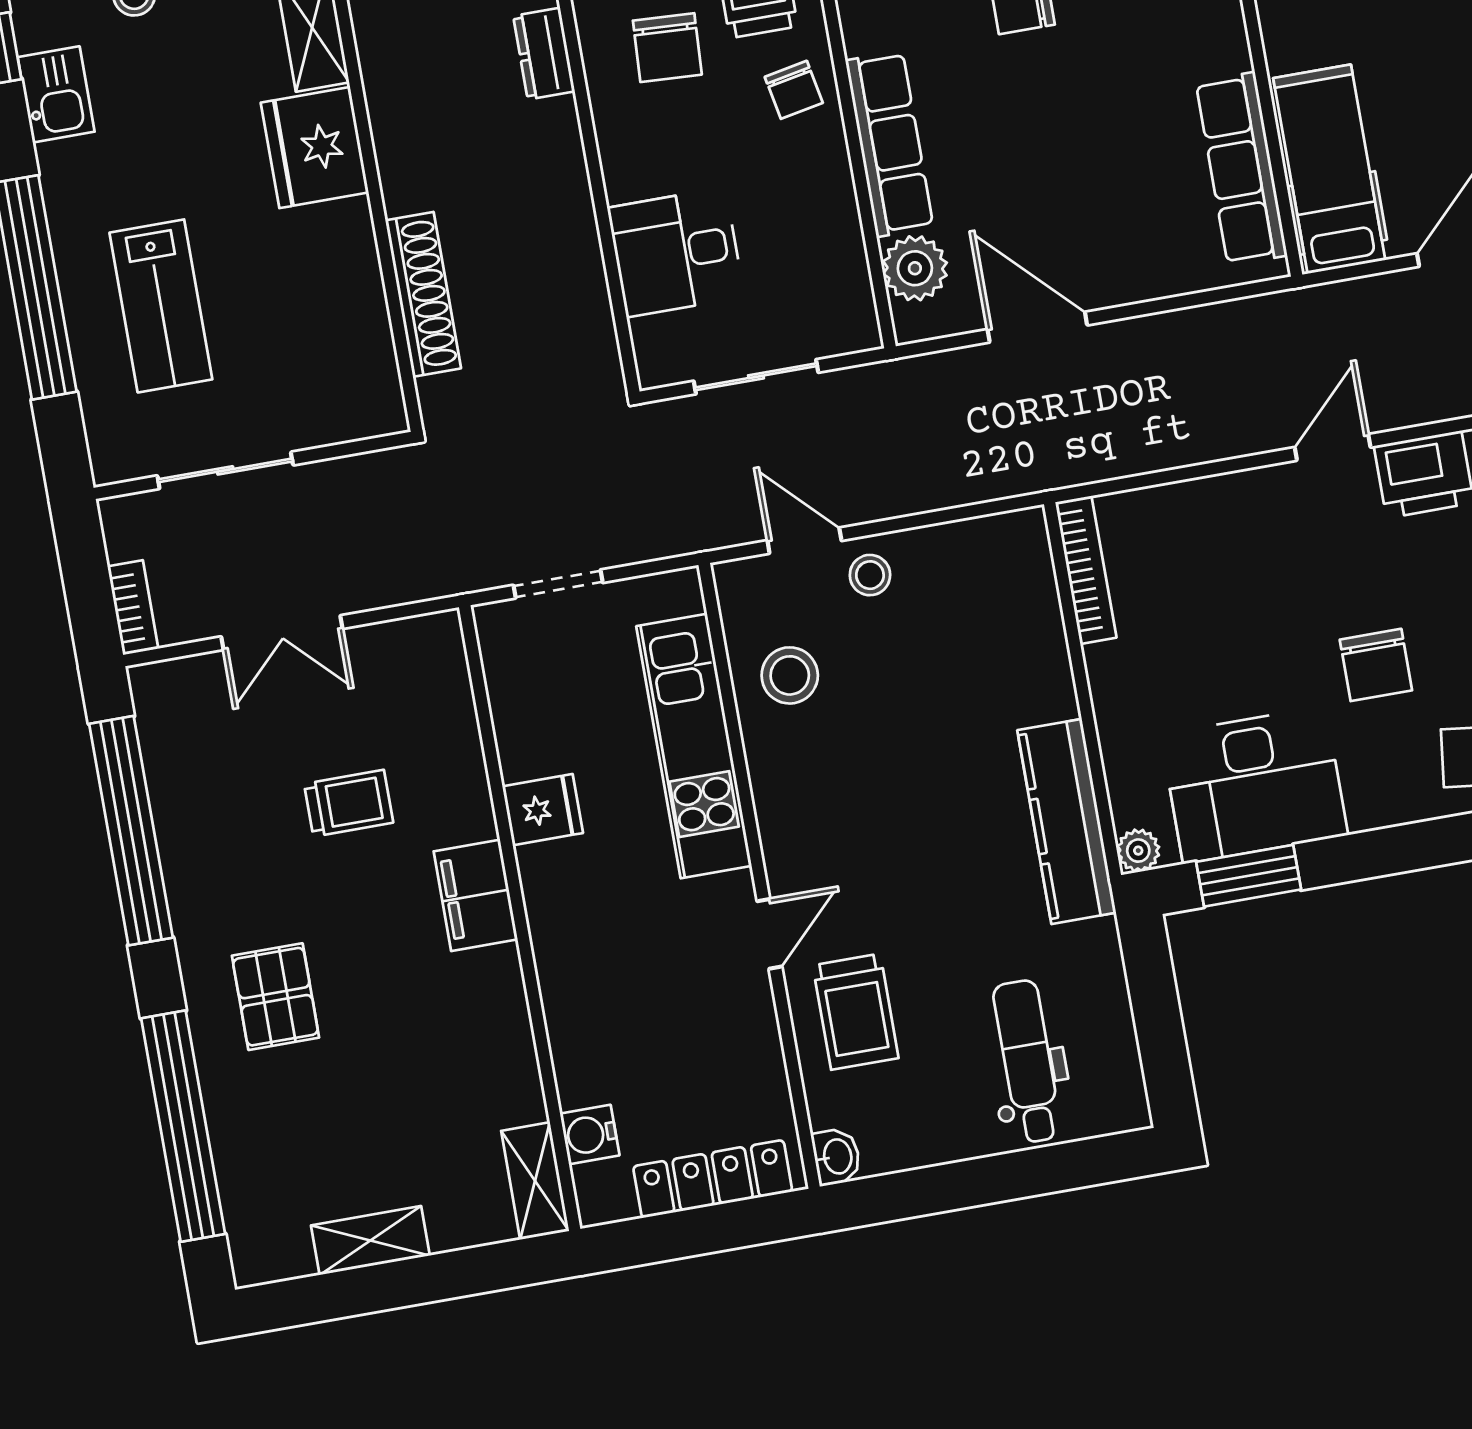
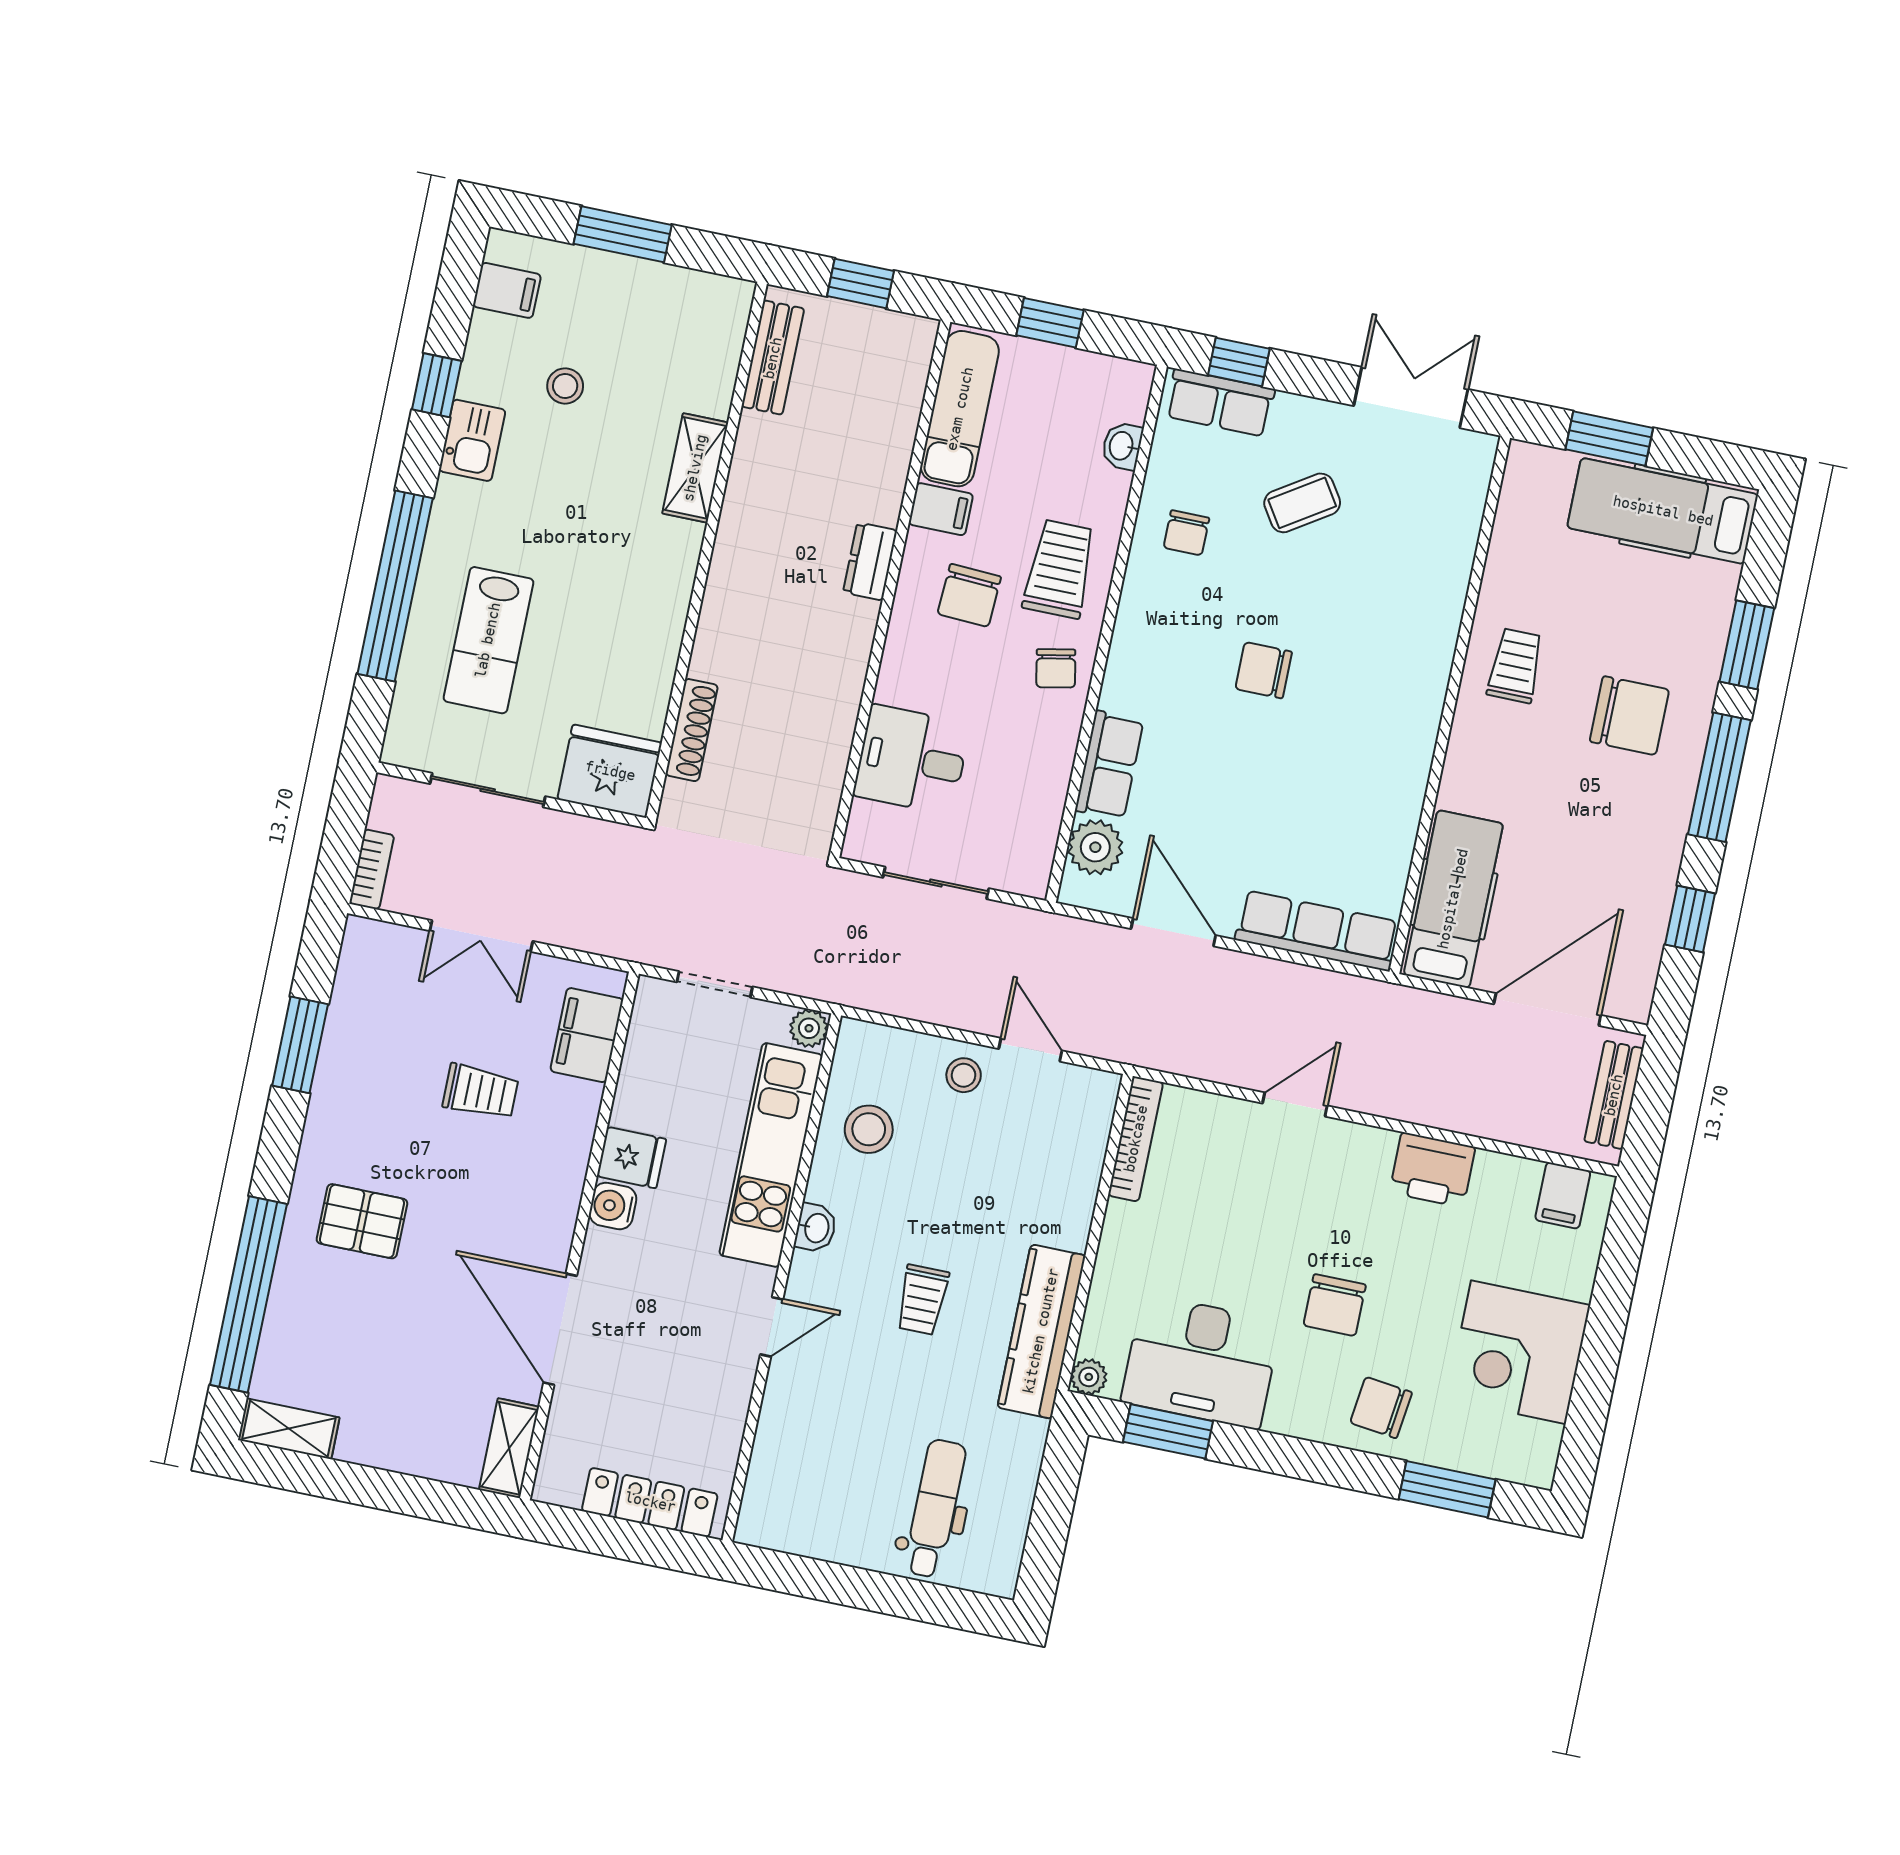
row of seats: (889, 144) -> (1109, 765), width x0.68
fridge: (315, 148) -> (610, 771), moved, turned 90
row of seats: (1241, 169) -> (1317, 931), moved, turned 90
shoe rack: (423, 294) -> (692, 730), width x0.74, depth x0.81
door: (1333, 447) -> (1295, 1104), moved
door: (804, 541) -> (1030, 1050), moved
plant: (680, 591) -> (809, 1028), added
window: (131, 831) -> (300, 1045), width x0.47
filing cabinet: (476, 895) -> (587, 1035), moved
pallet: (275, 997) -> (362, 1221), turned 90
trolley: (856, 1012) -> (922, 1300), moved, width x0.73, depth x0.72
door: (539, 1029) -> (560, 1329), added
water cooler: (590, 1134) -> (613, 1206), moved
washbasin: (836, 1157) -> (816, 1228), moved
shelving: (370, 1240) -> (289, 1429), moved

